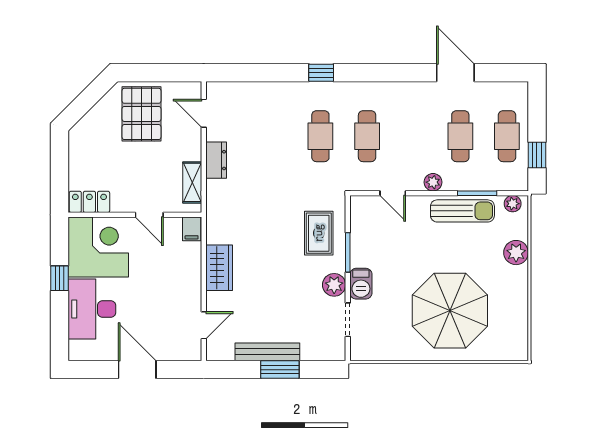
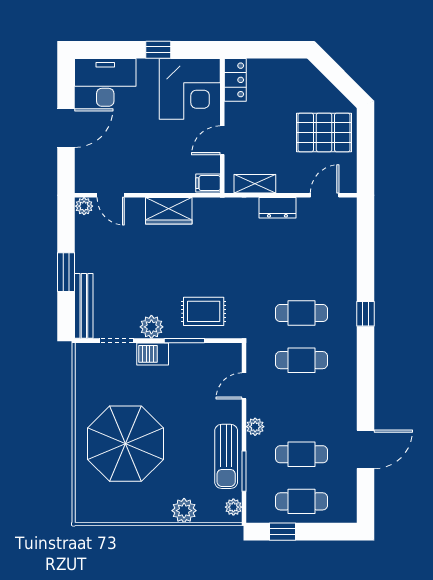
desk: (92, 309) -> (105, 82), moved
plant: (215, 352) -> (84, 206), added
bench: (267, 352) -> (84, 306), moved

